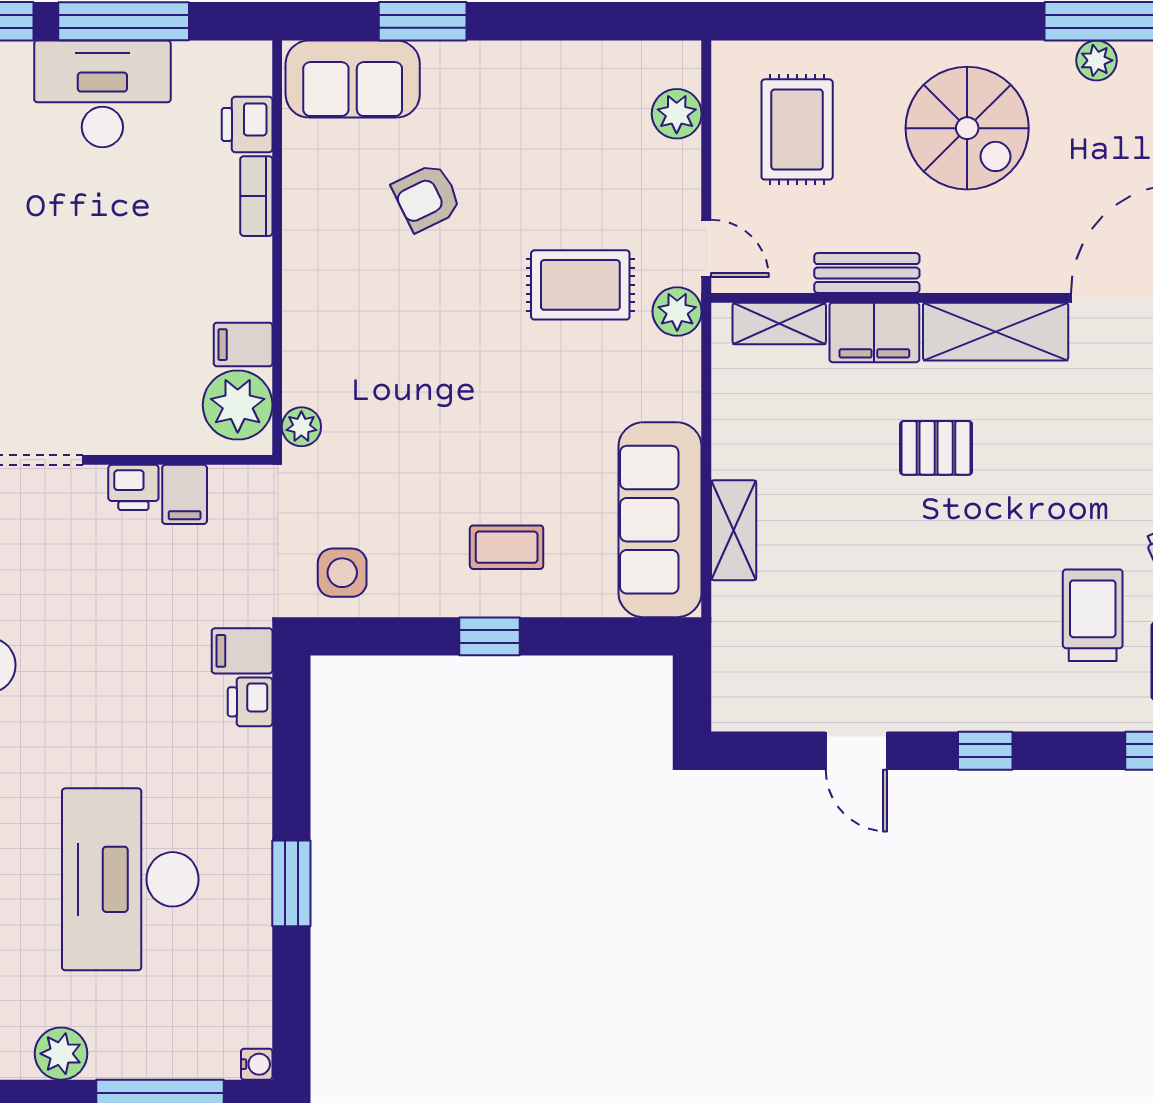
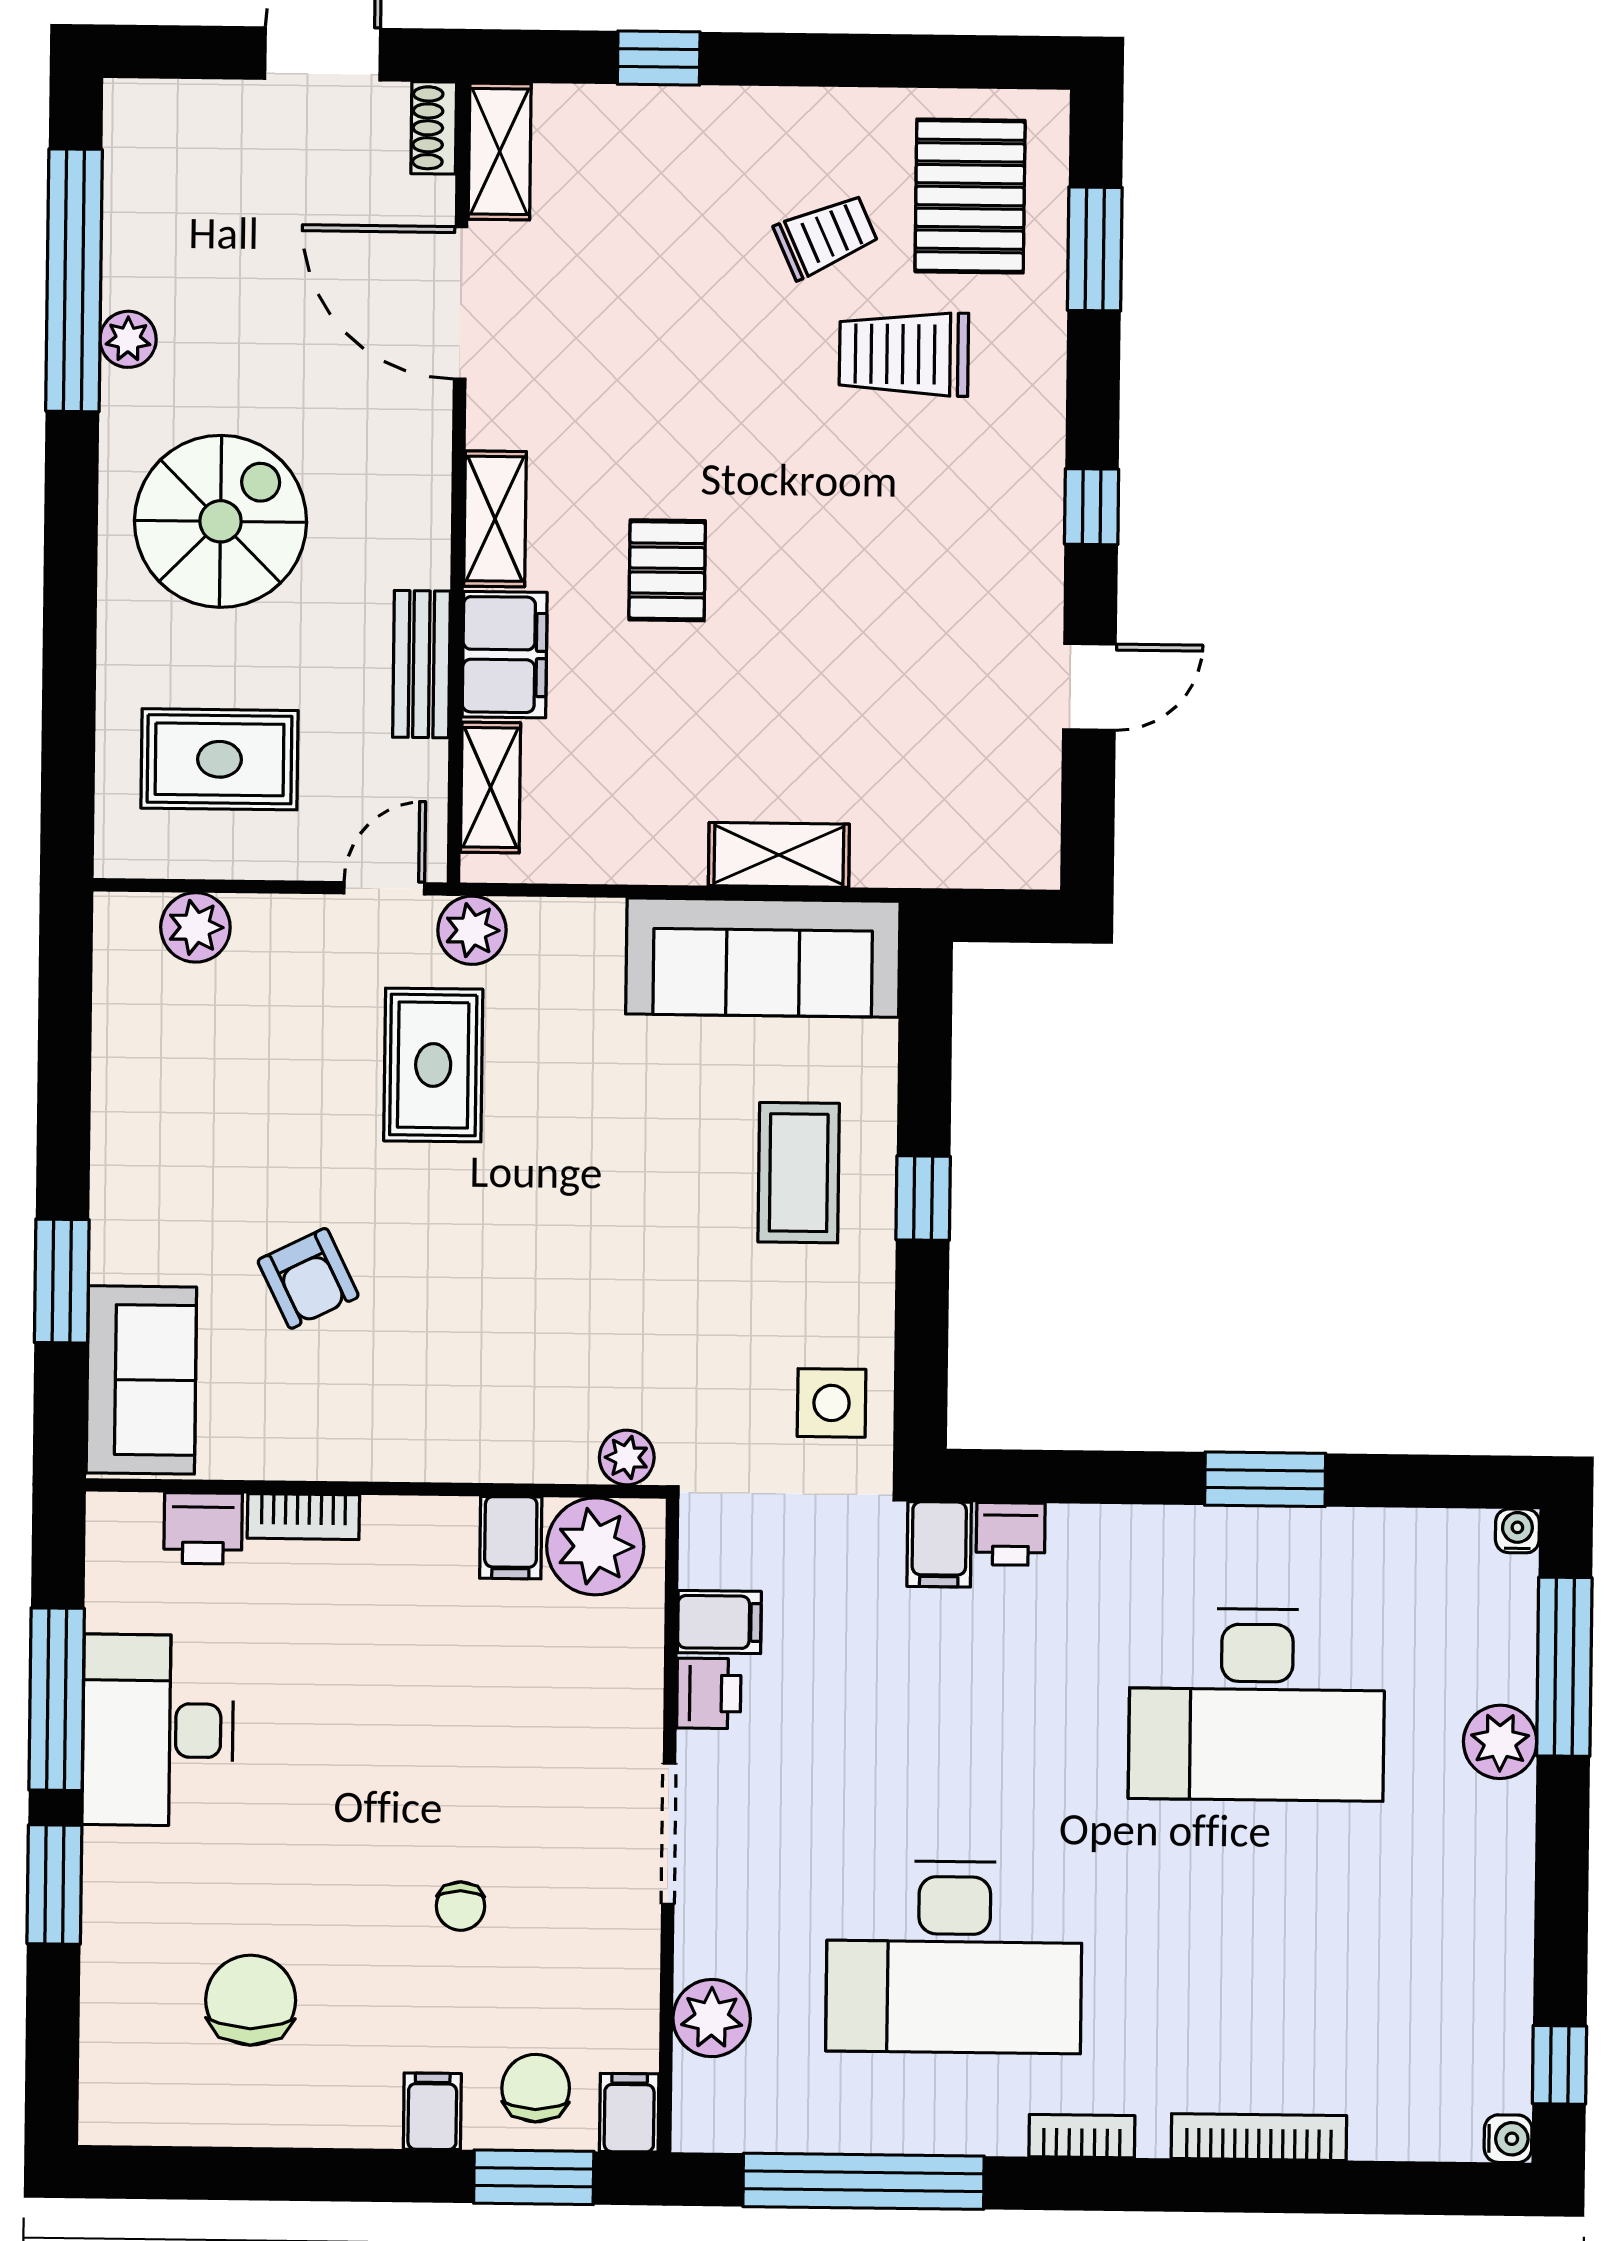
shelving: (996, 332) -> (495, 519), width x0.67, depth x0.75
coffee table: (507, 547) -> (799, 1173), width x1.36, depth x1.30
plant: (61, 1054) -> (1500, 1742), moved

